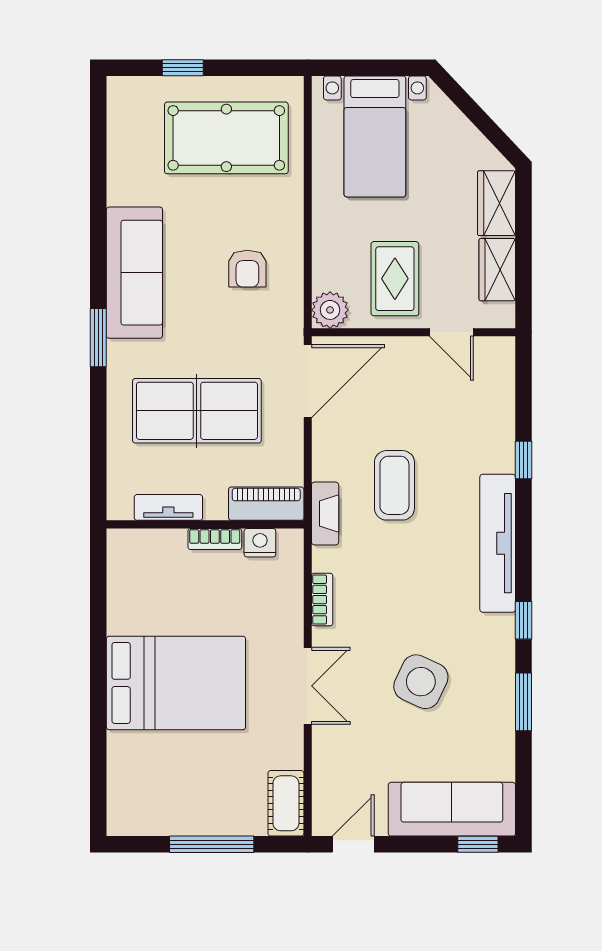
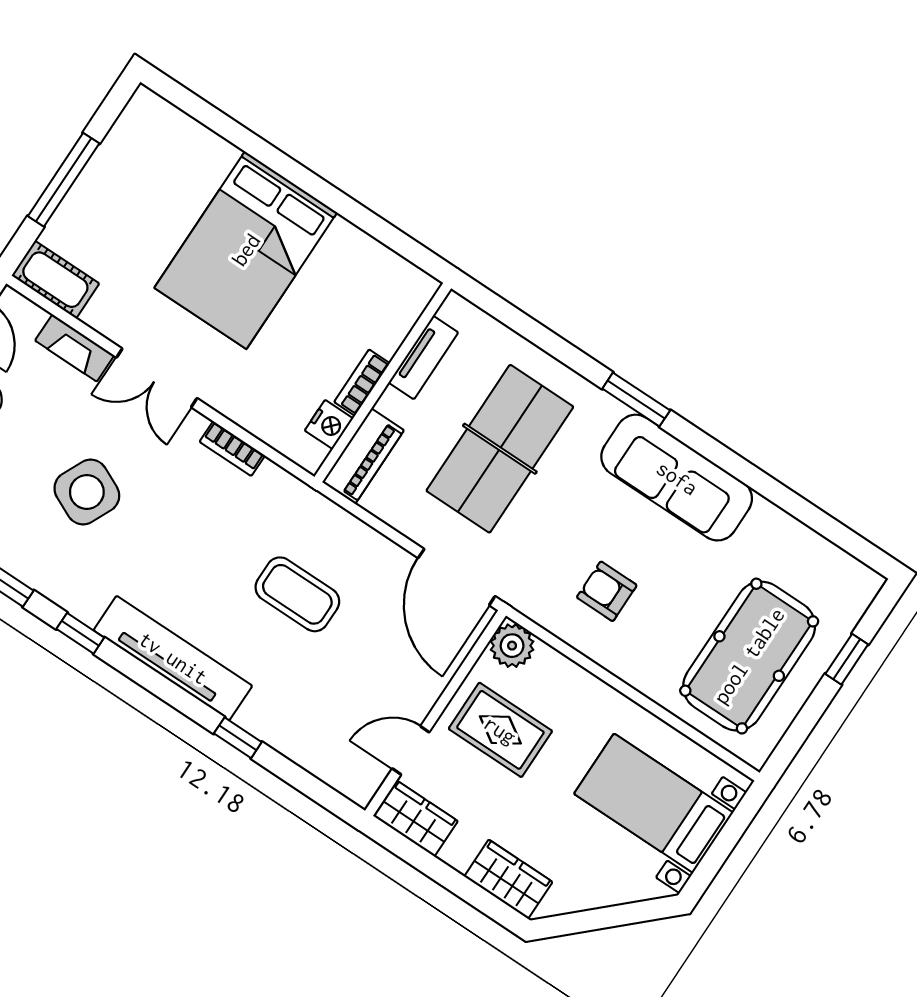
wardrobe: (497, 270) -> (415, 819), moved
fireplace: (325, 513) -> (75, 348), moved

